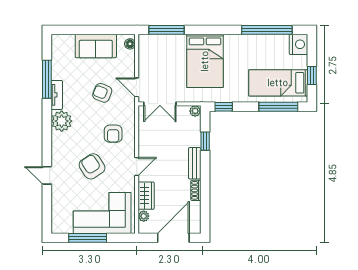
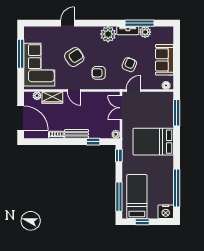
plant: (59, 72) -> (145, 32), added

